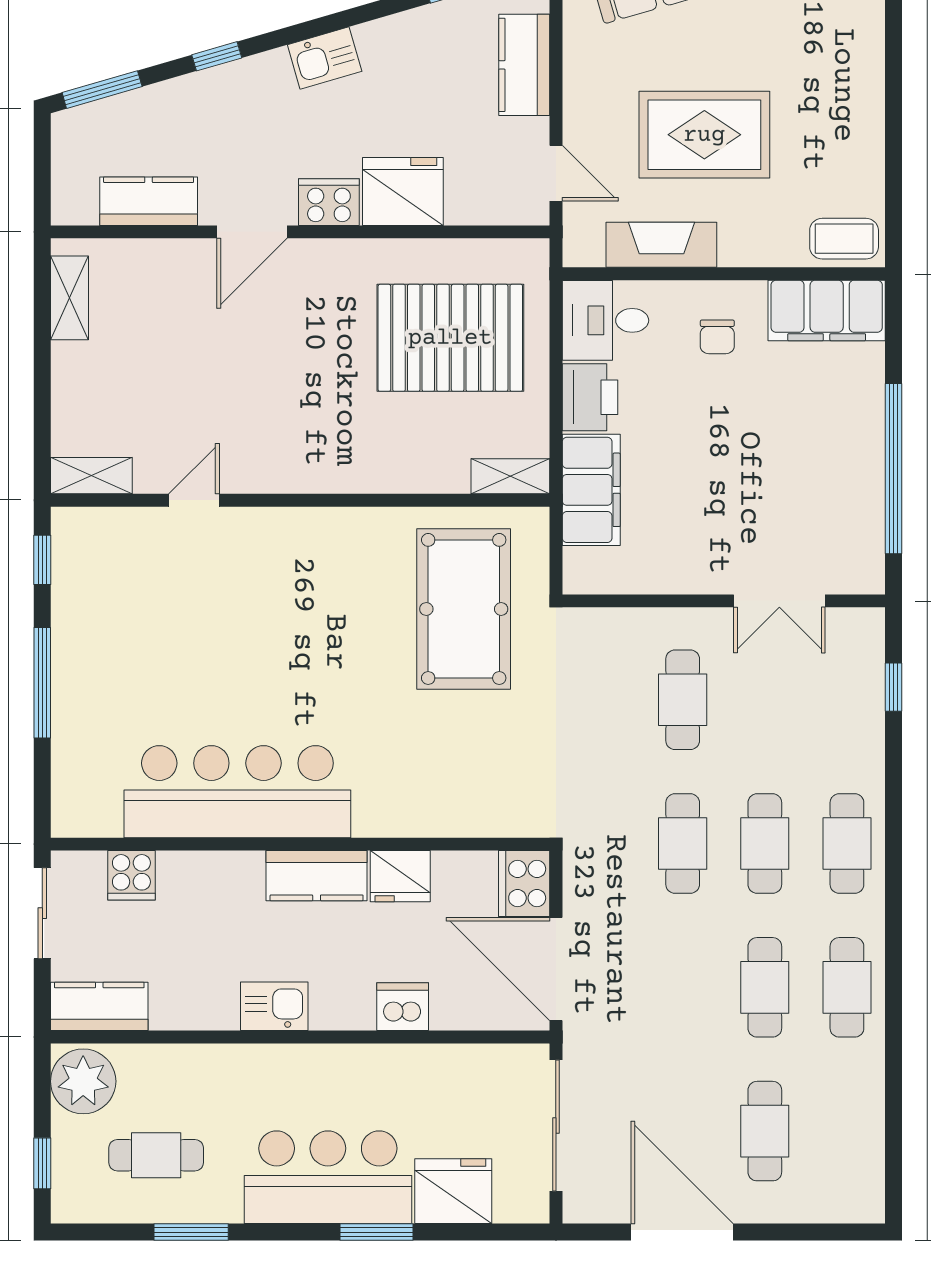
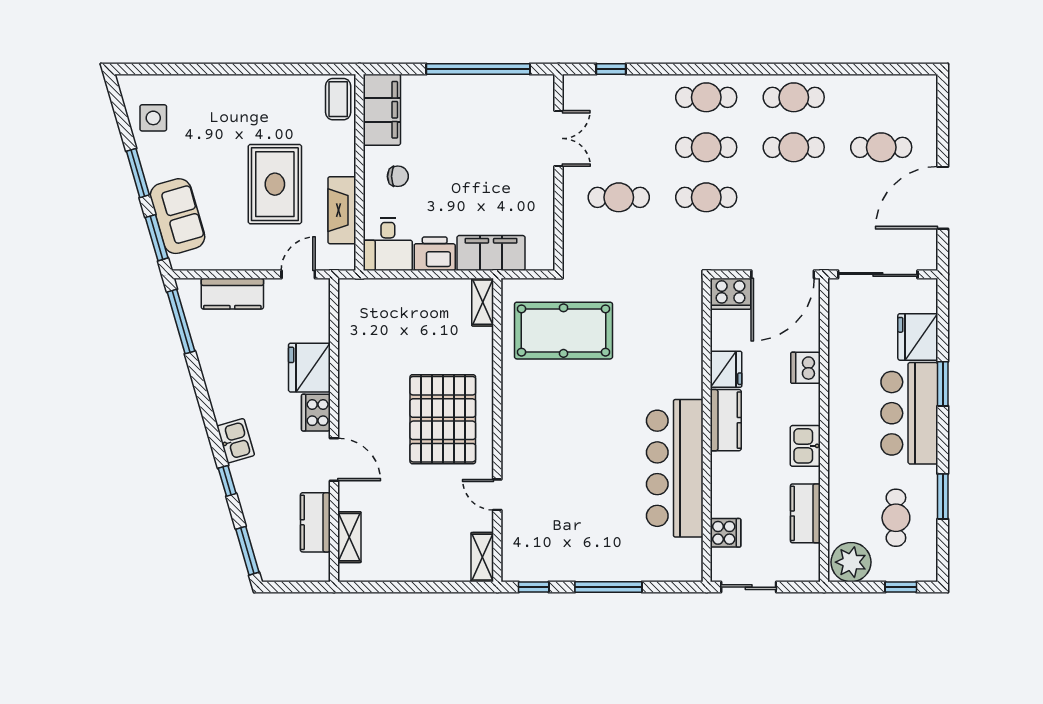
kitchen sink: (325, 58) -> (236, 441), moved
shelving: (69, 298) -> (349, 537), moved, turned 90
pallet: (450, 338) -> (443, 419), moved
kitchen counter: (99, 1006) -> (805, 513), moved

